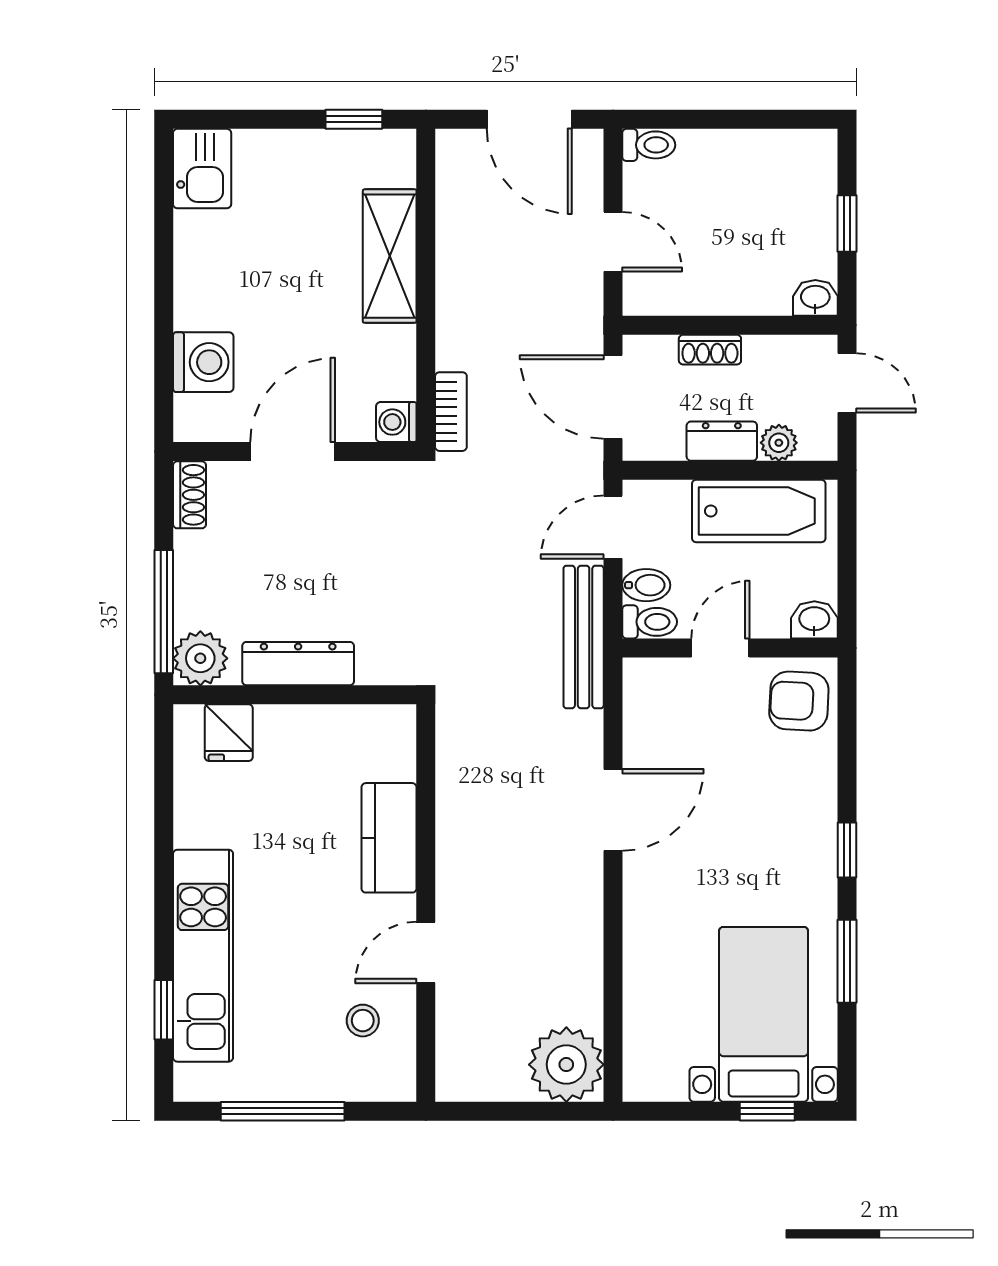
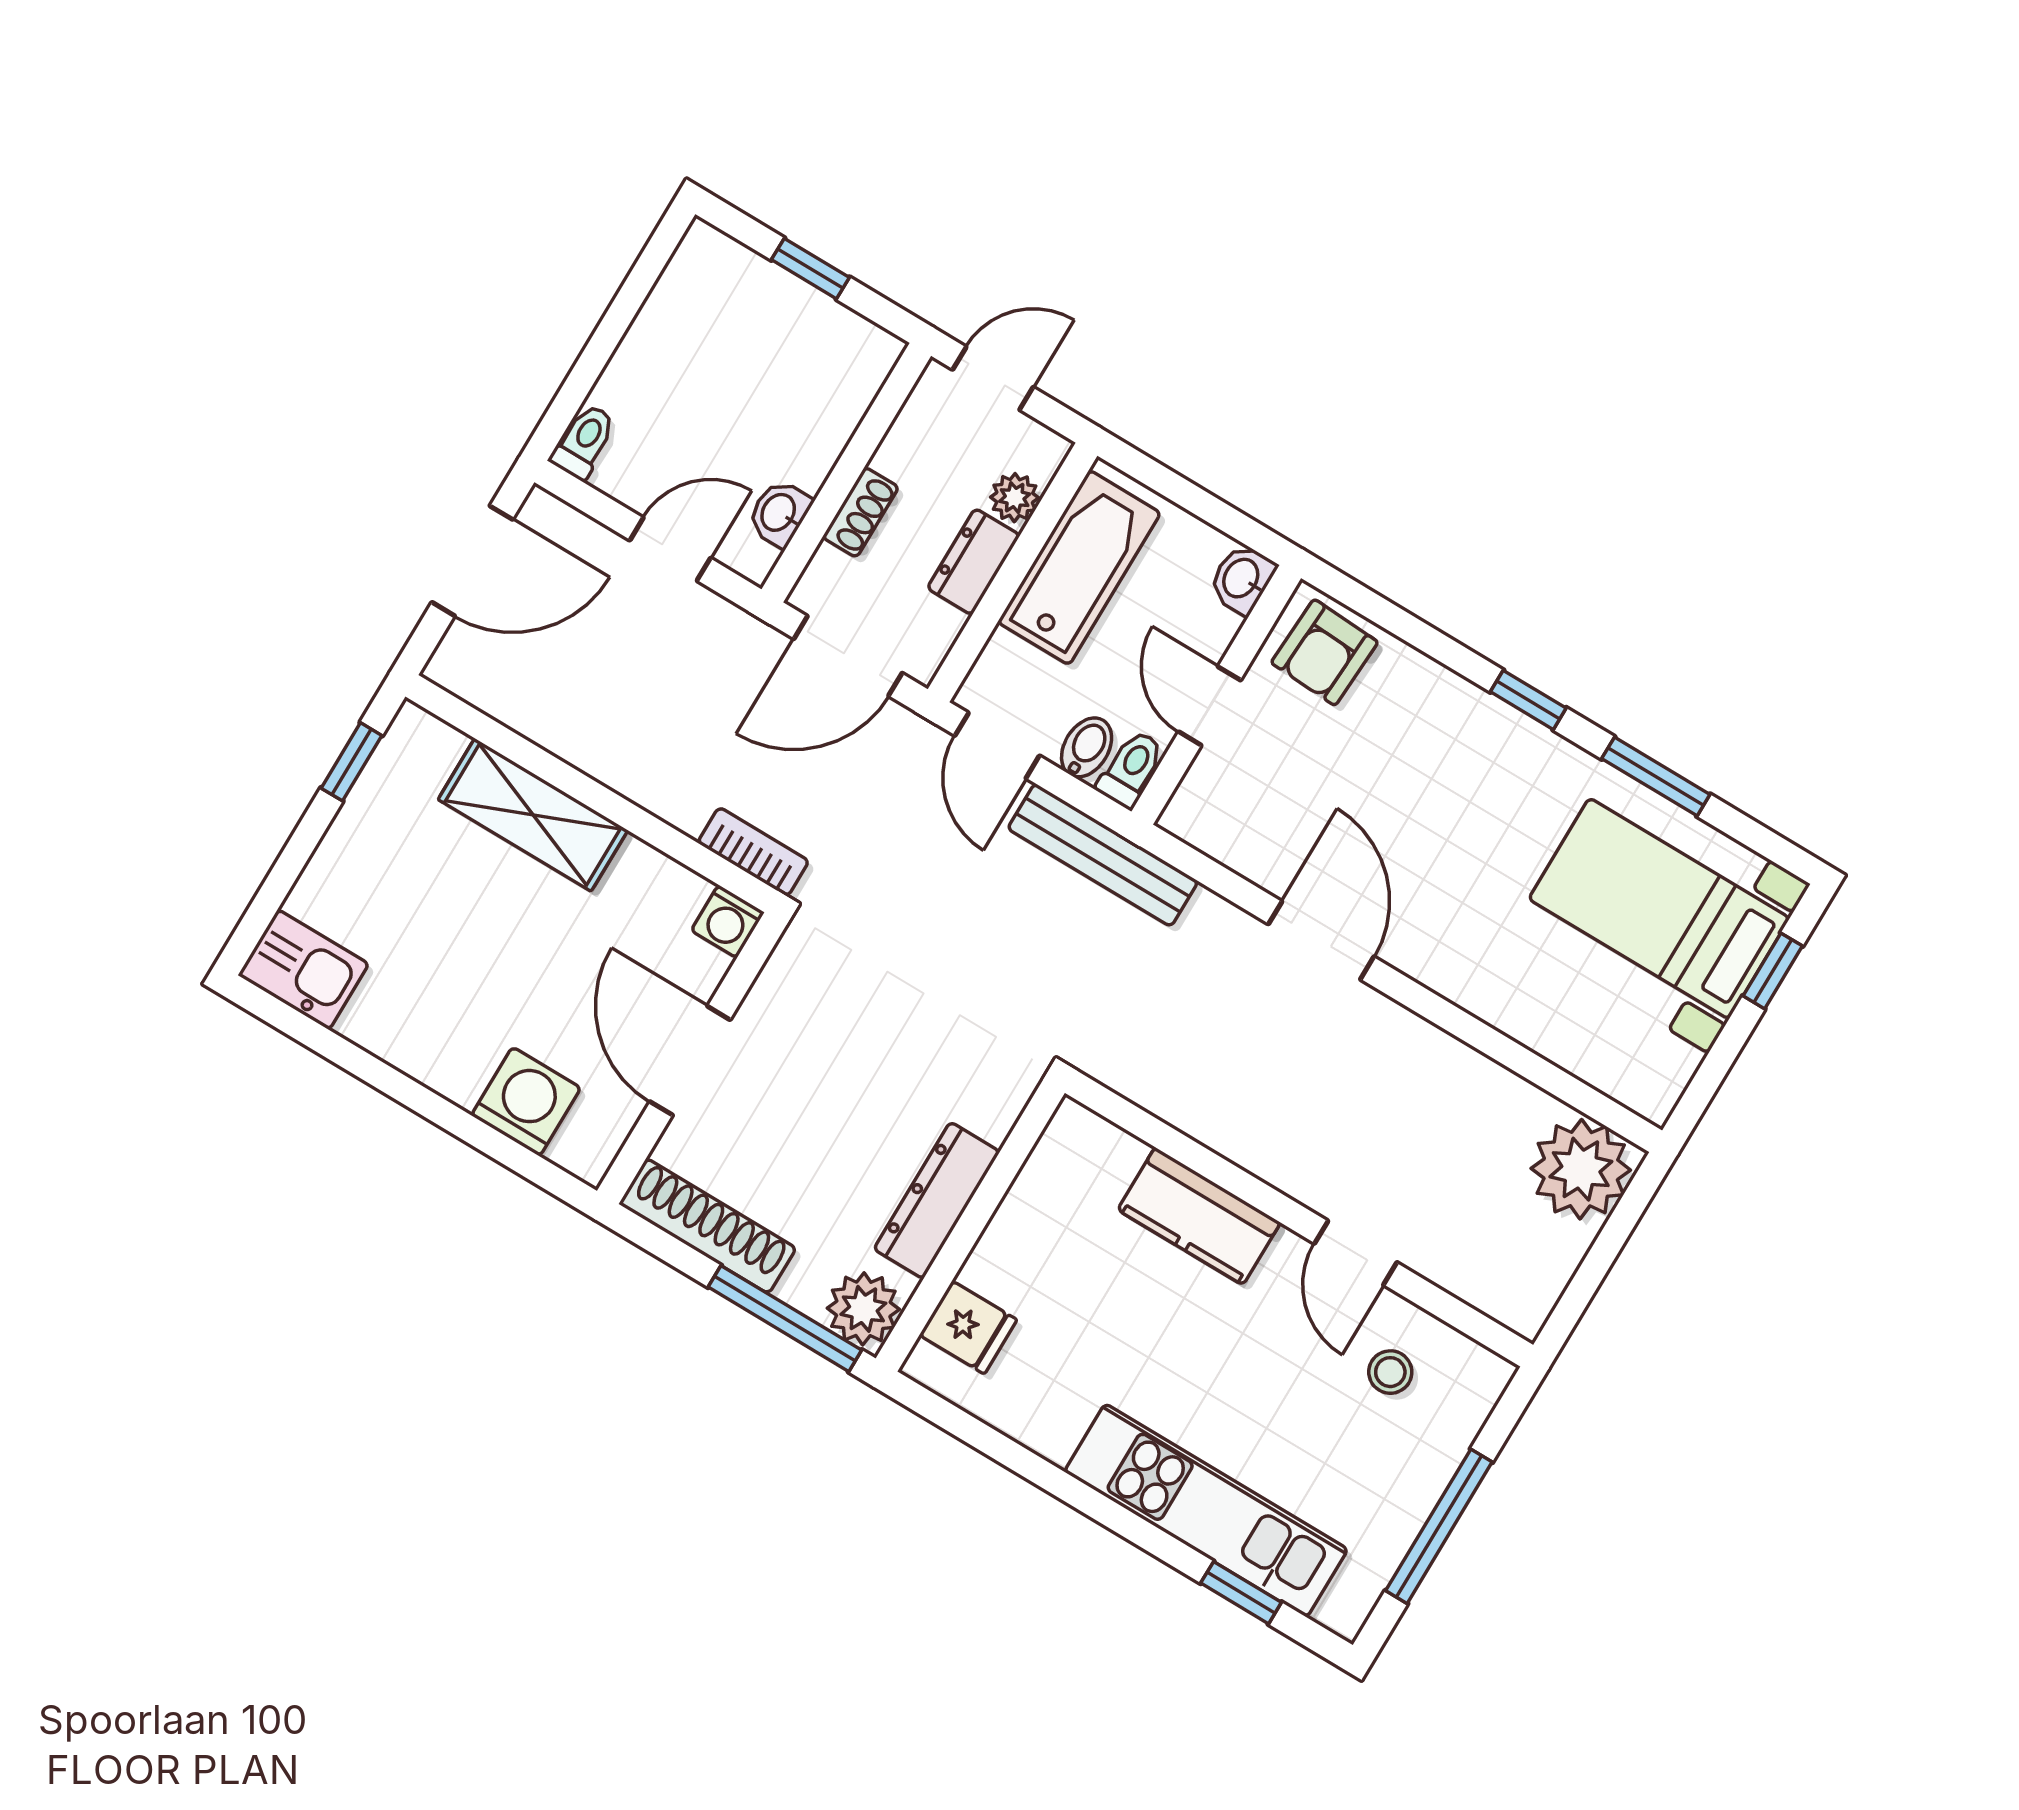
washbasin: (815, 298) -> (779, 513), moved
shoe rack: (190, 495) -> (708, 1226), width x1.94, depth x1.24

